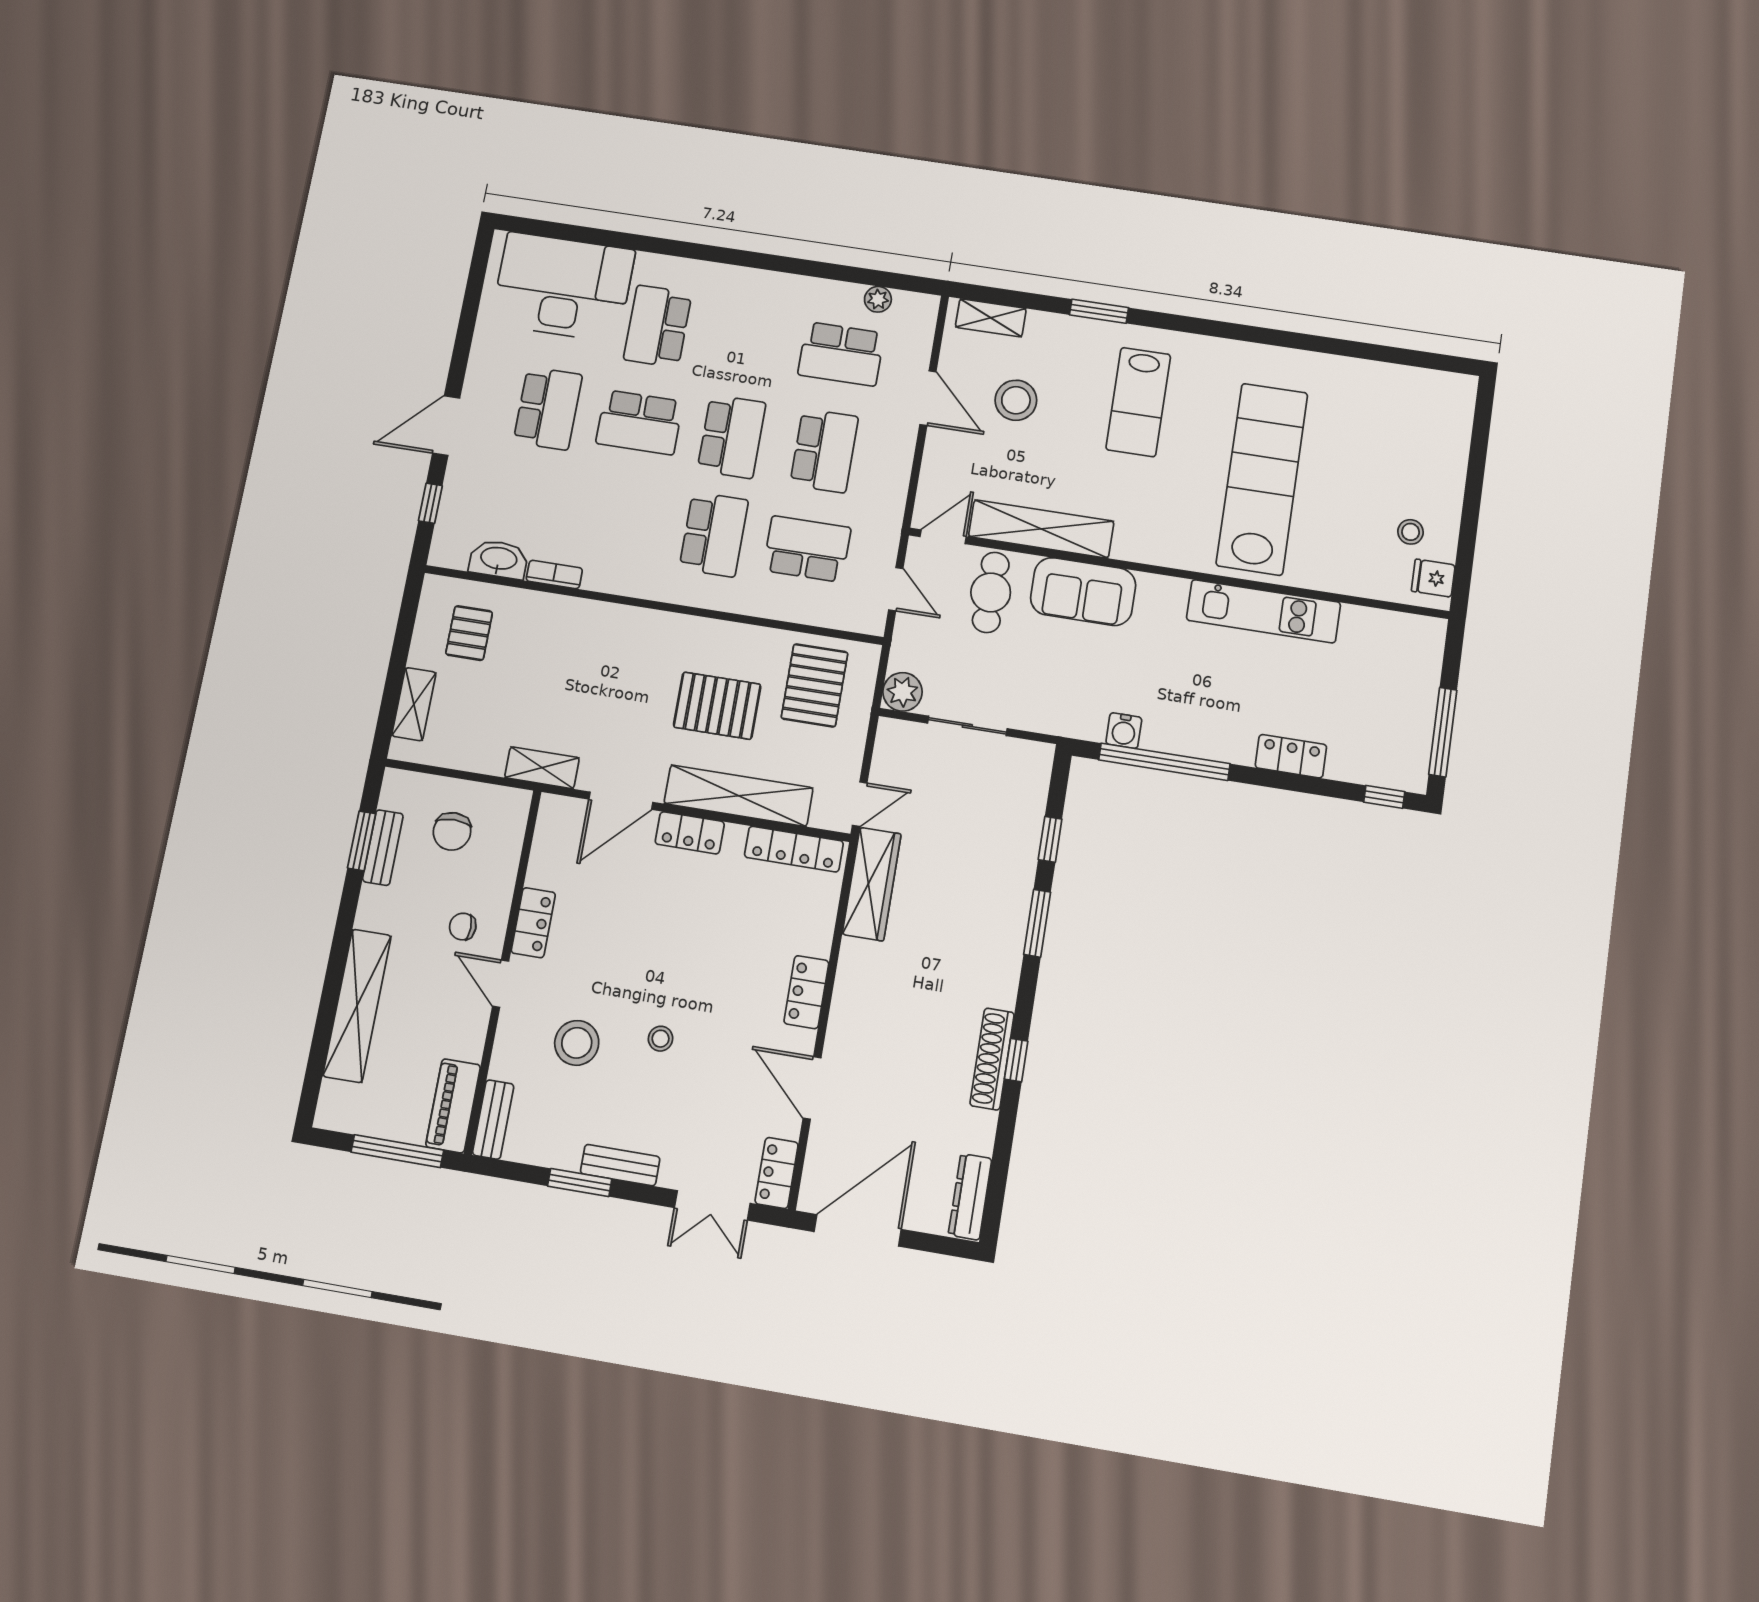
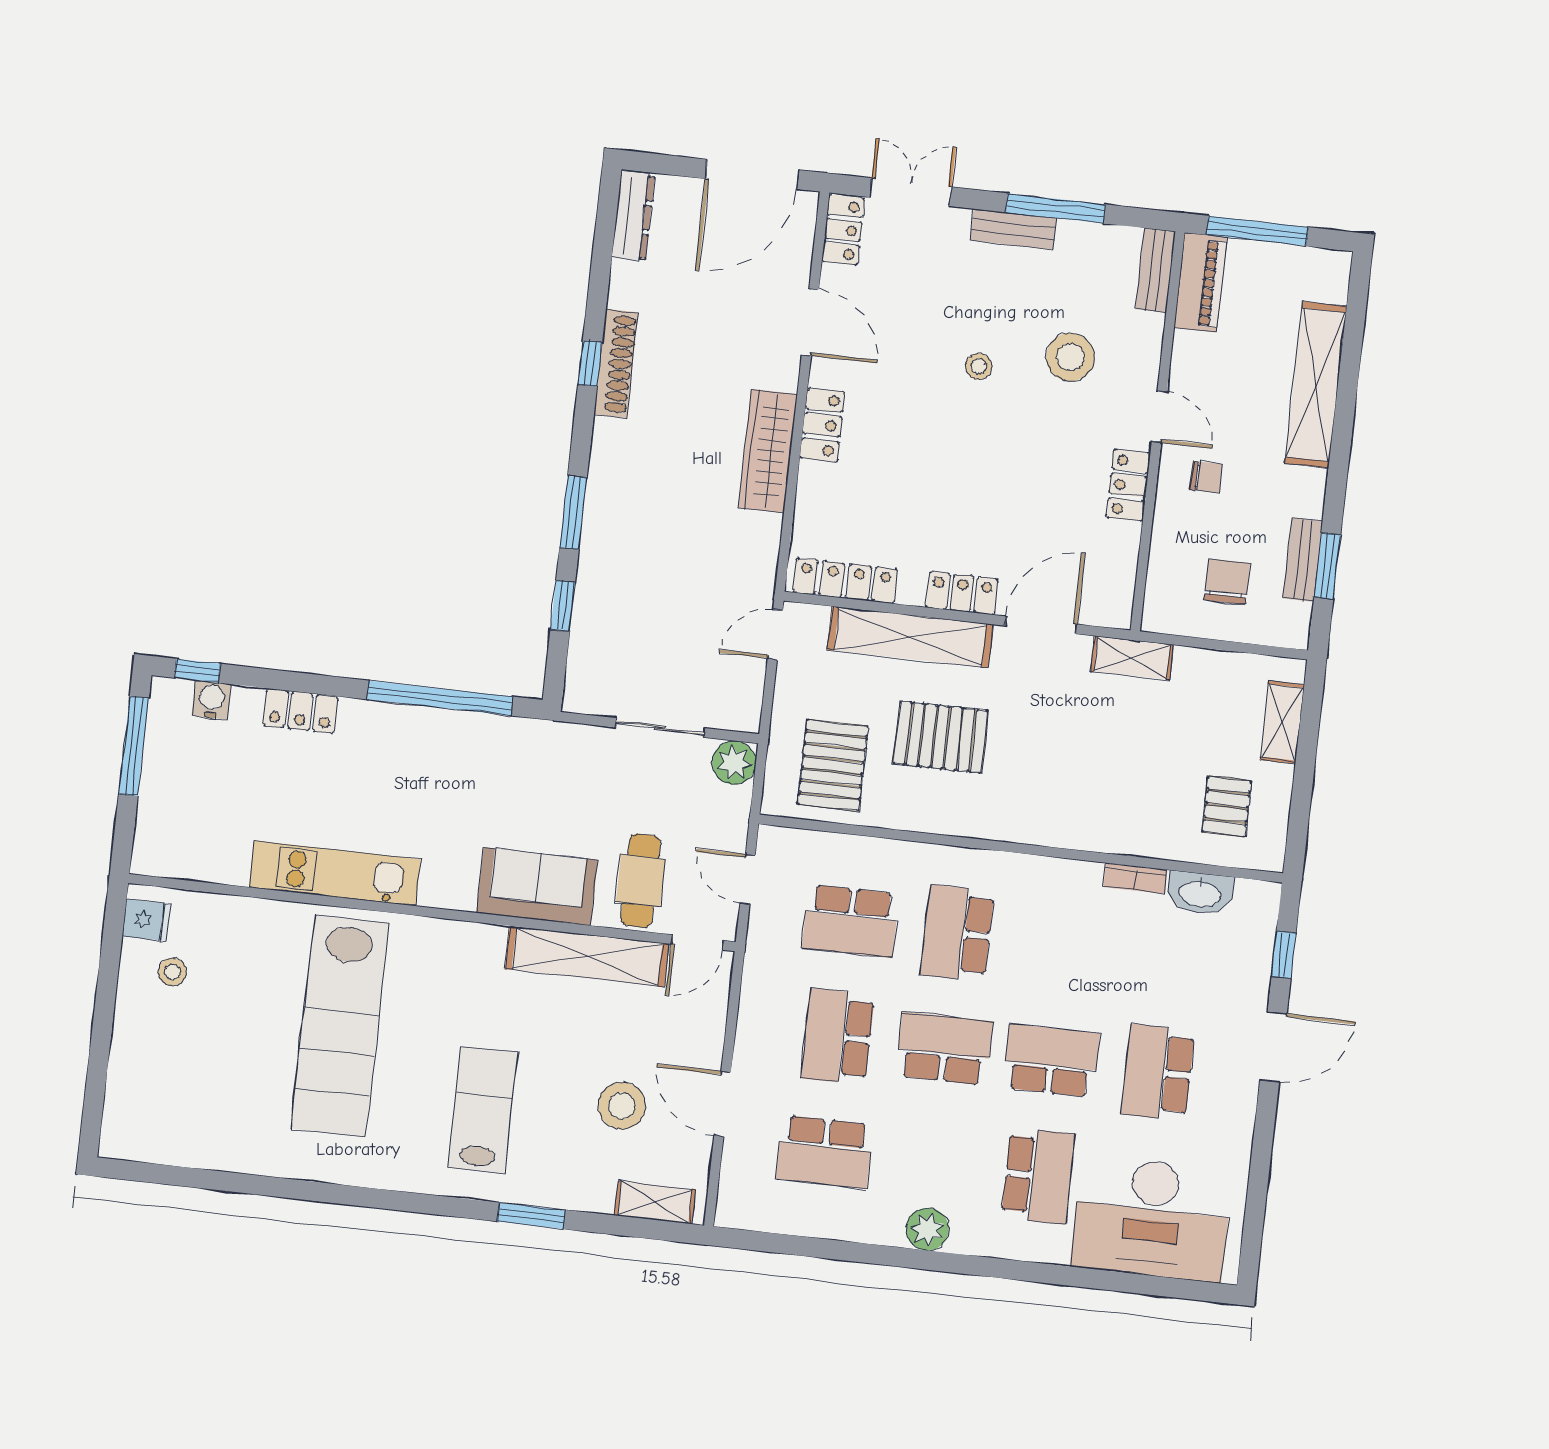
plant: (878, 299) -> (927, 1229), moved, width x1.38, depth x1.38
school desk: (841, 354) -> (825, 1152), turned 180
school desk: (732, 437) -> (944, 1049), turned 90
water cooler: (1124, 731) -> (212, 700), moved
wardrobe: (872, 884) -> (768, 451), moved
window: (580, 1183) -> (1056, 208), width x1.44

